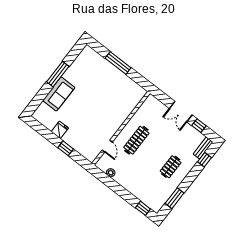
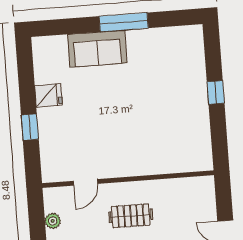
window: (118, 63) -> (216, 92), width x0.46
clothes rail: (136, 140) -> (131, 216), width x0.73

